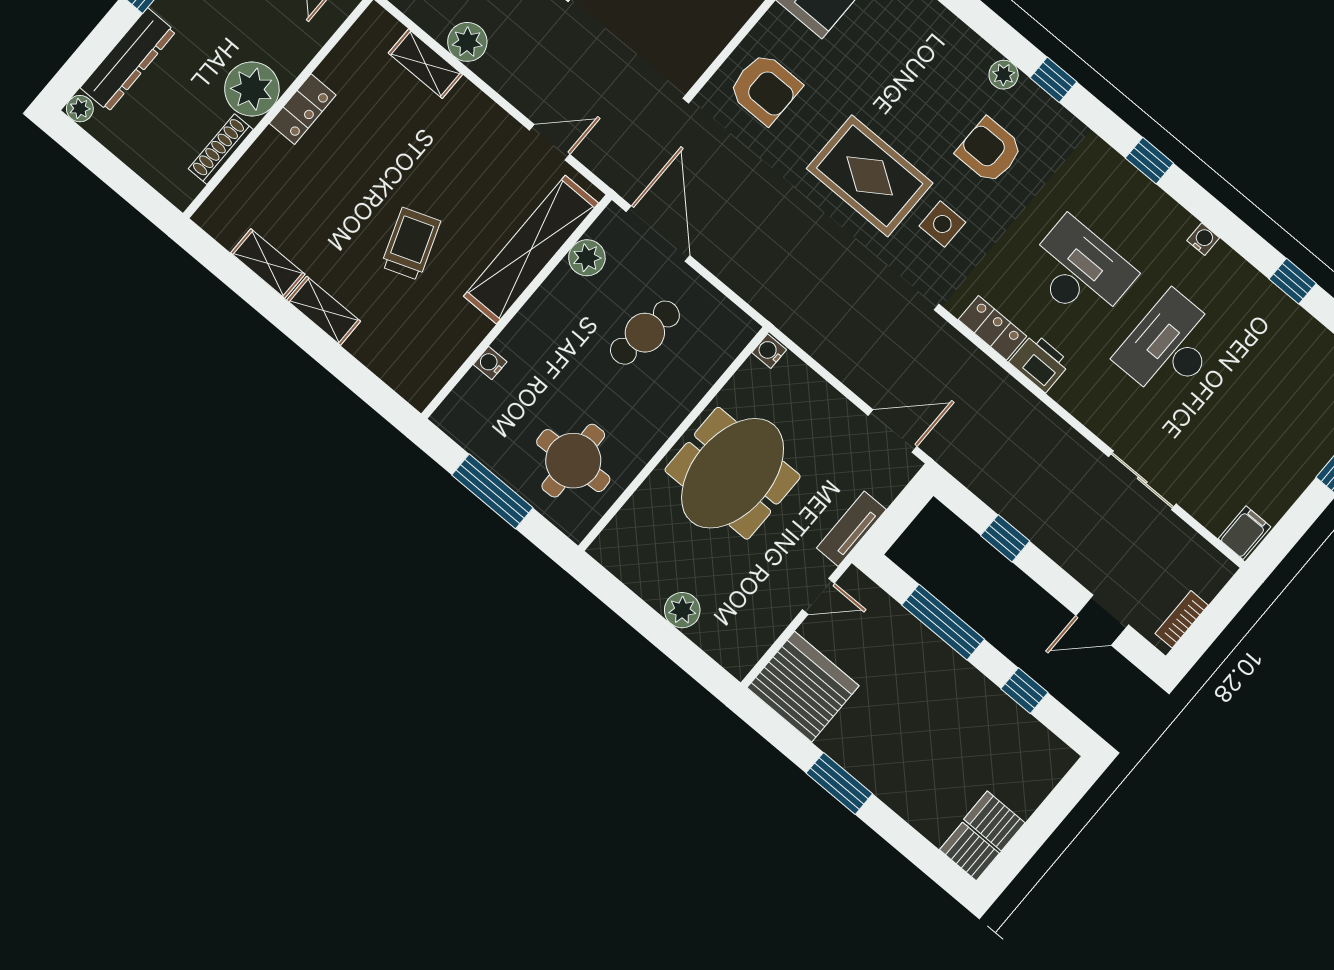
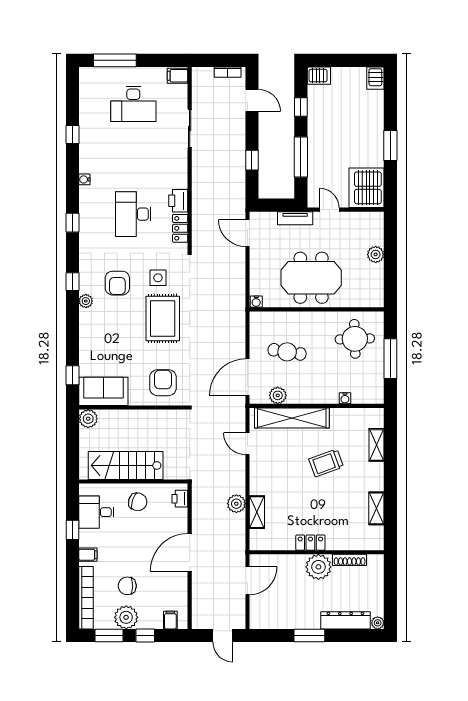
shelving: (324, 311) -> (376, 445), moved
desk: (1170, 347) -> (133, 104), moved
server rack: (994, 821) -> (319, 76), moved, turned -90

